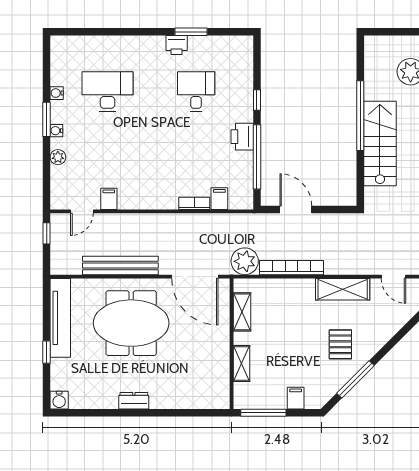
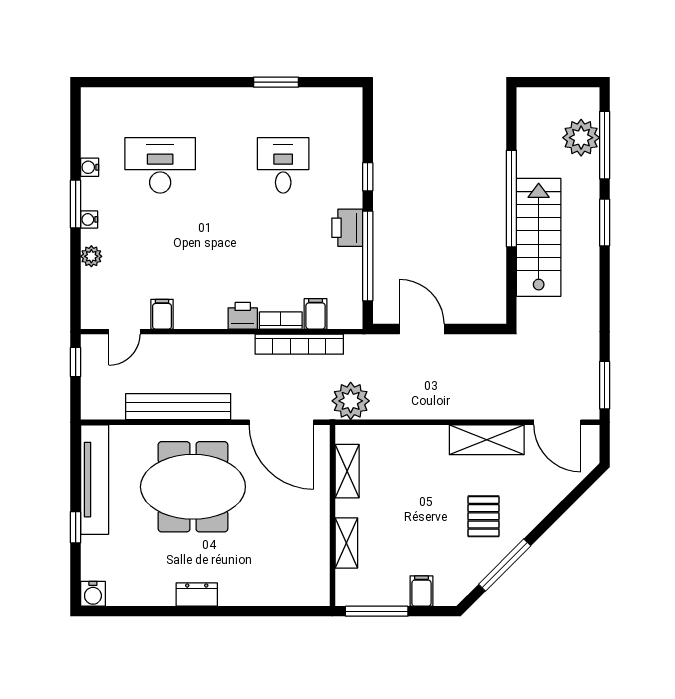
printer: (177, 45) -> (243, 316), moved, turned 180
bookcase: (291, 268) -> (299, 344), moved, turned 180
door: (393, 277) -> (557, 422), width x1.38

